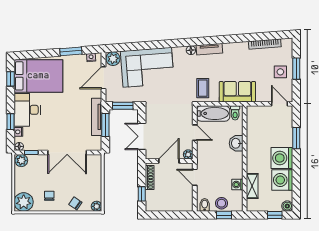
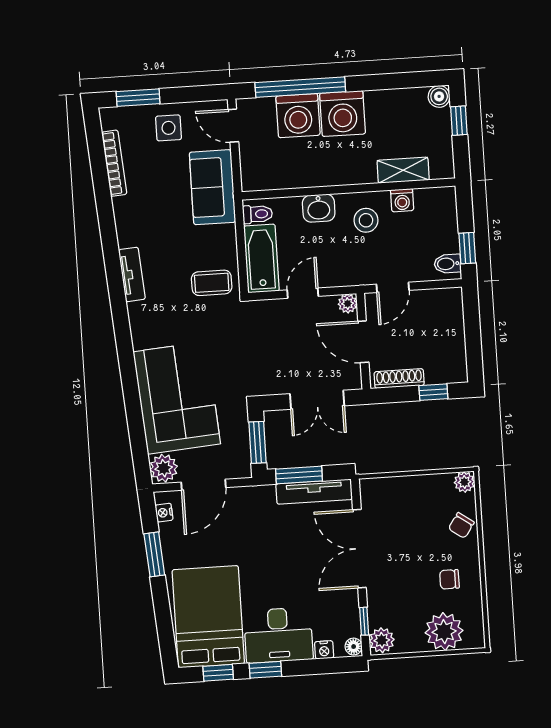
floor lamp: (191, 50) -> (136, 312), removed
window: (296, 69) -> (138, 98), moved
door: (104, 78) -> (204, 485), hinge flipped
sofa: (237, 92) -> (212, 187), moved
door: (279, 104) -> (233, 126), hinge flipped
tv unit: (97, 117) -> (314, 492), moved
window: (11, 122) -> (265, 670), moved
window: (296, 138) -> (300, 87), width x2.11
double door: (67, 152) -> (359, 549), swing flipped
washing machine: (282, 180) -> (298, 116), moved
plant: (24, 202) -> (444, 632), moved
stool: (221, 203) -> (366, 220), moved
window: (224, 215) -> (467, 248), moved

